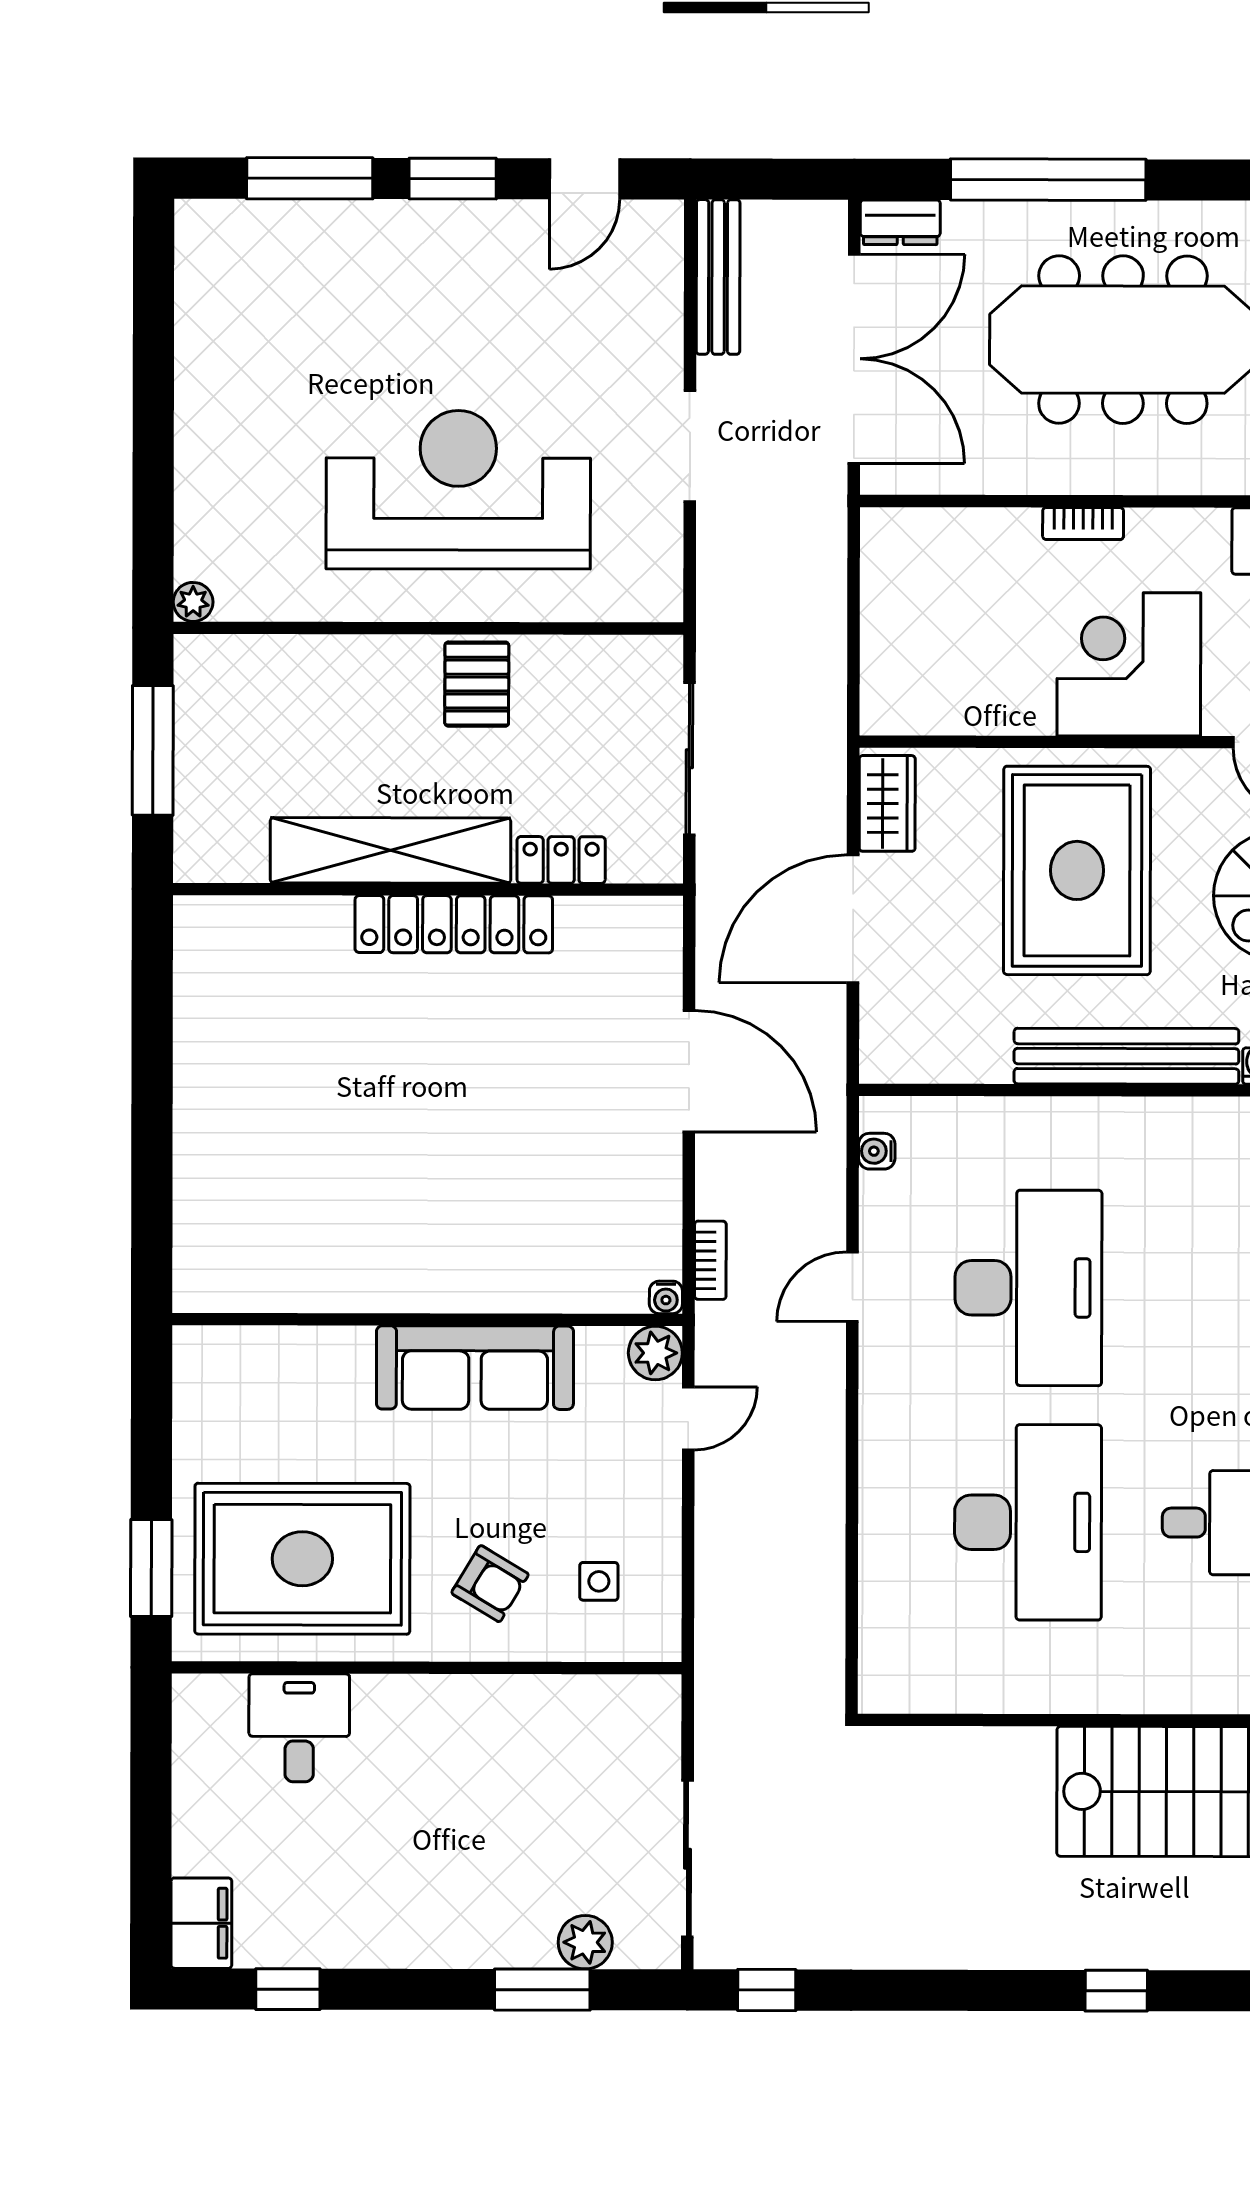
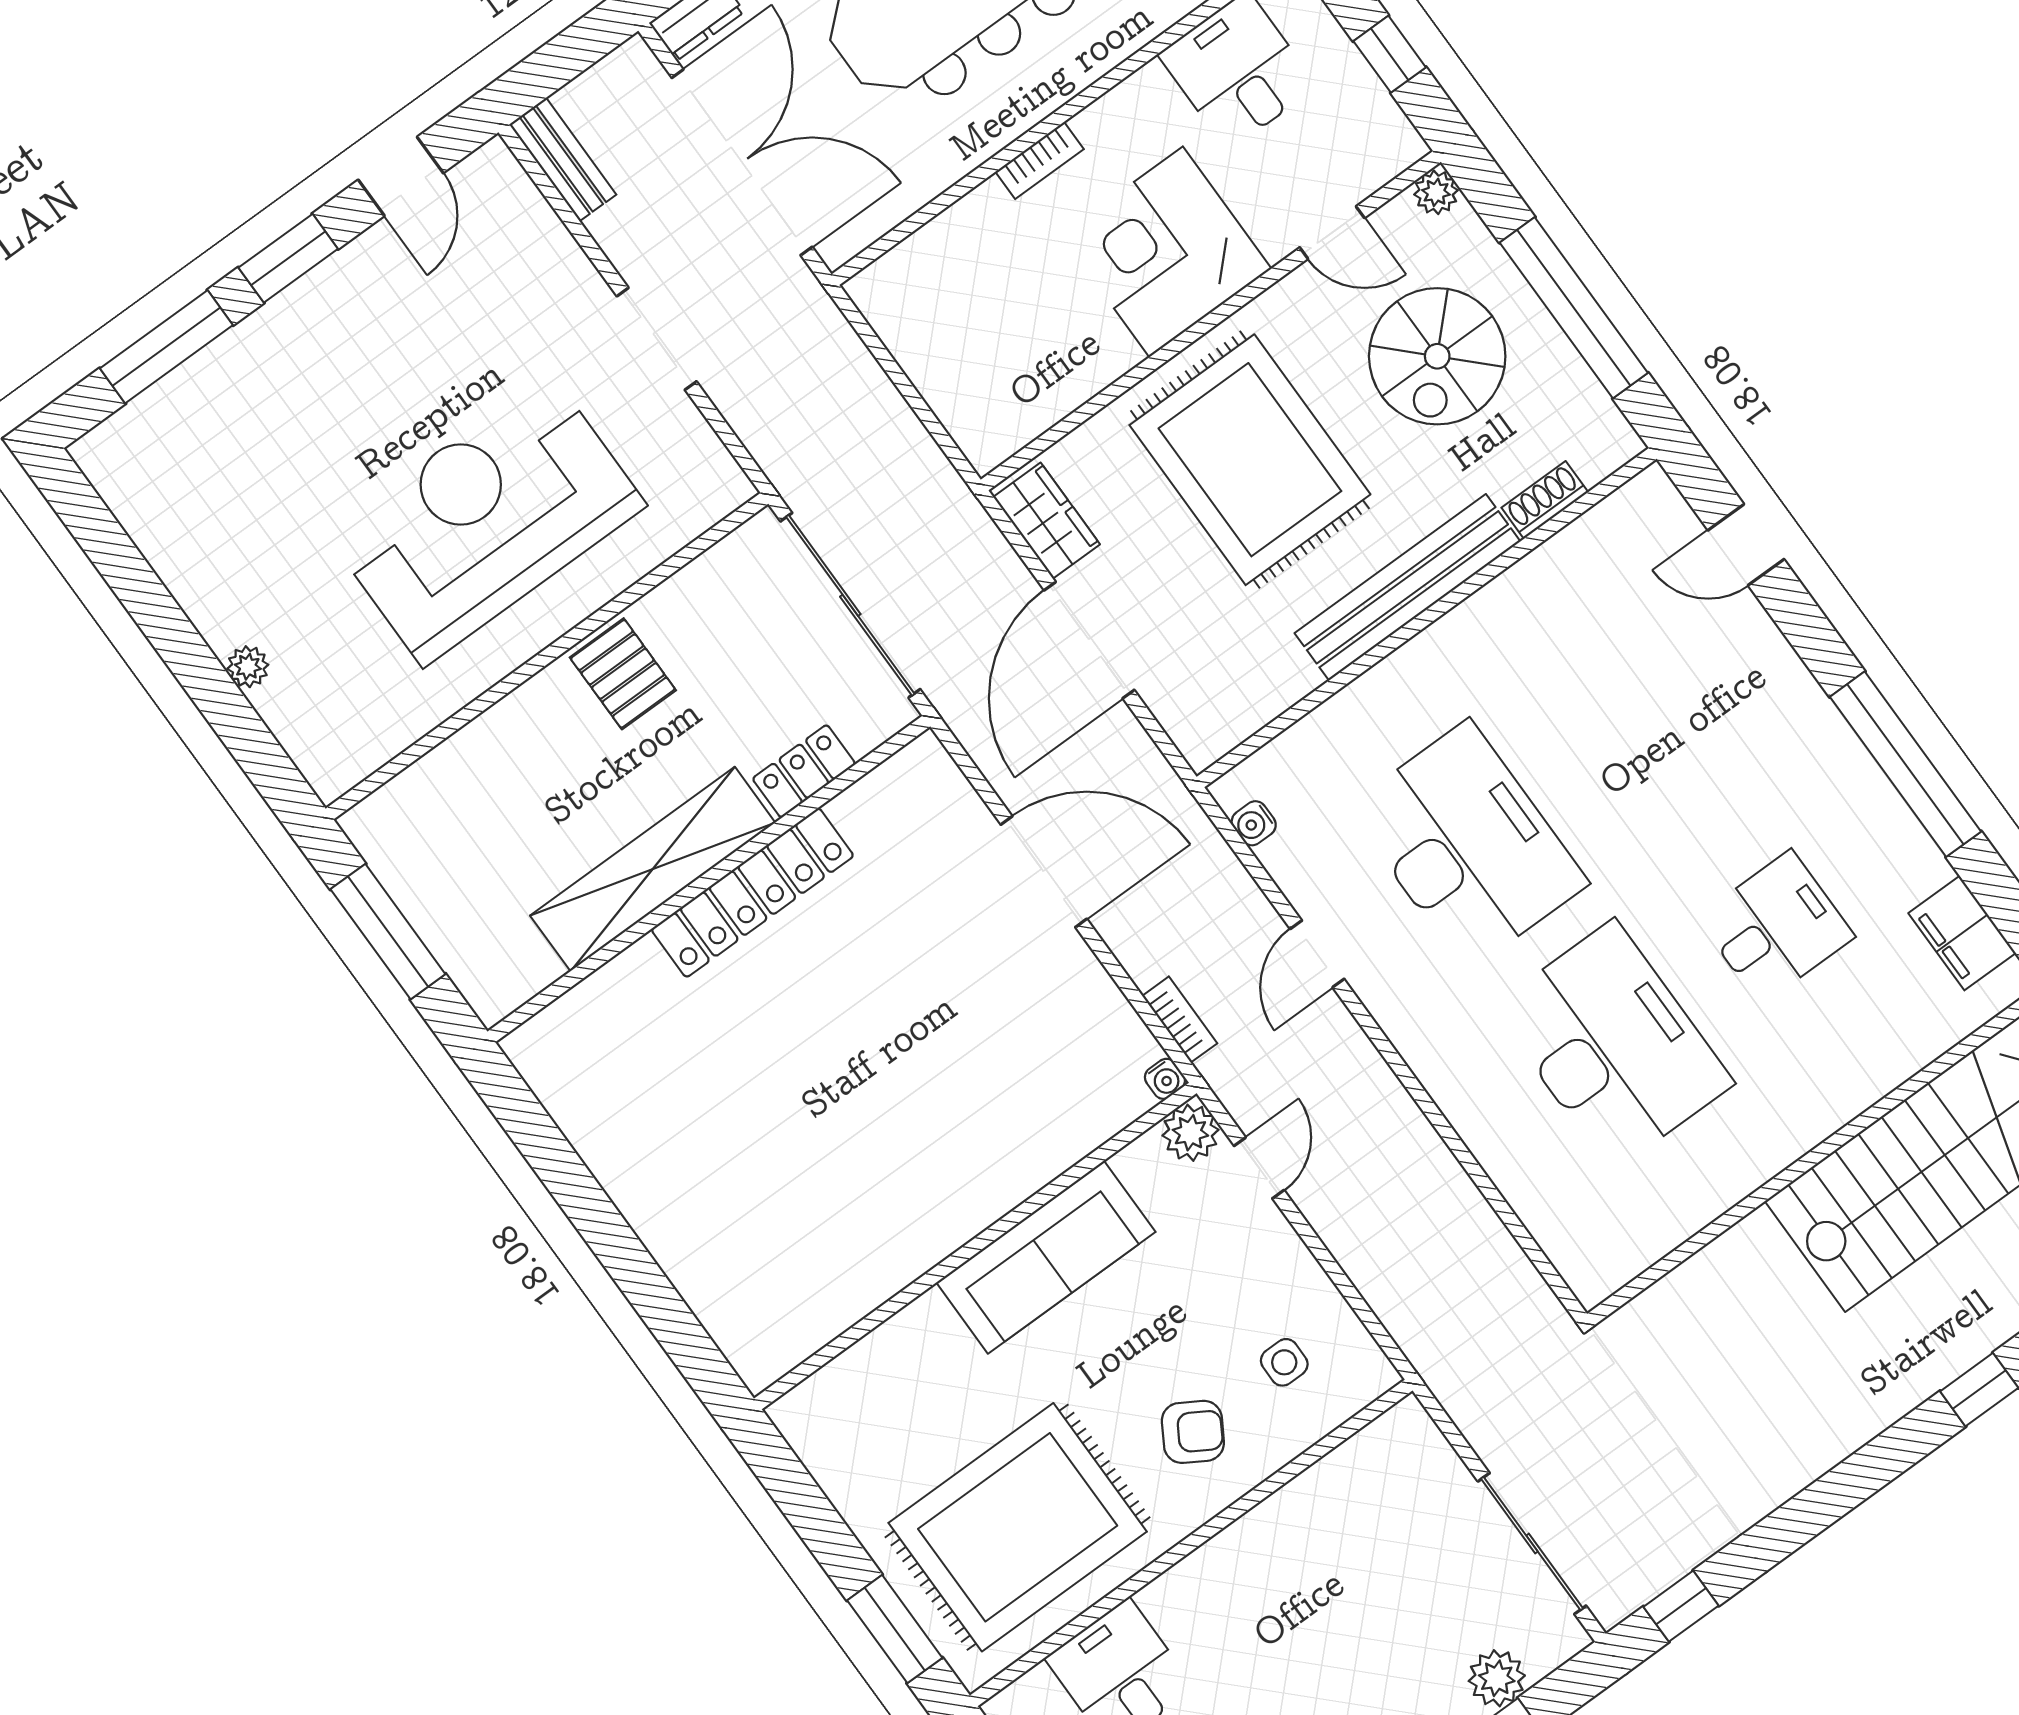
bench: (718, 277) -> (563, 160), width x0.73
plant: (193, 602) -> (248, 667), moved
sliding door: (689, 759) -> (850, 605), width x1.36

